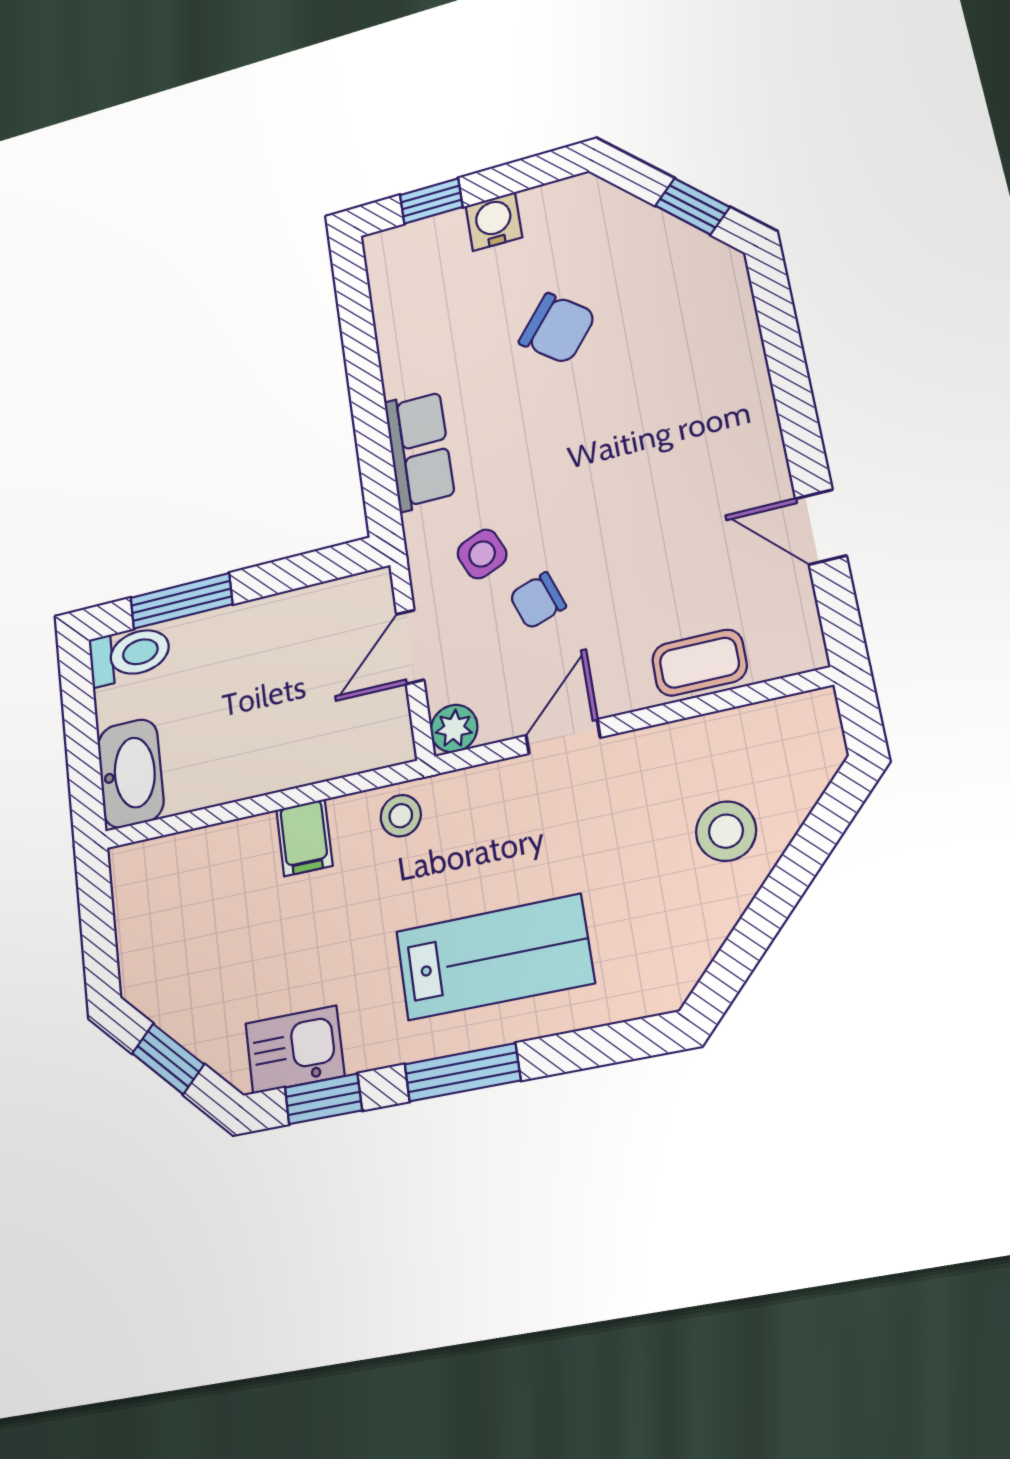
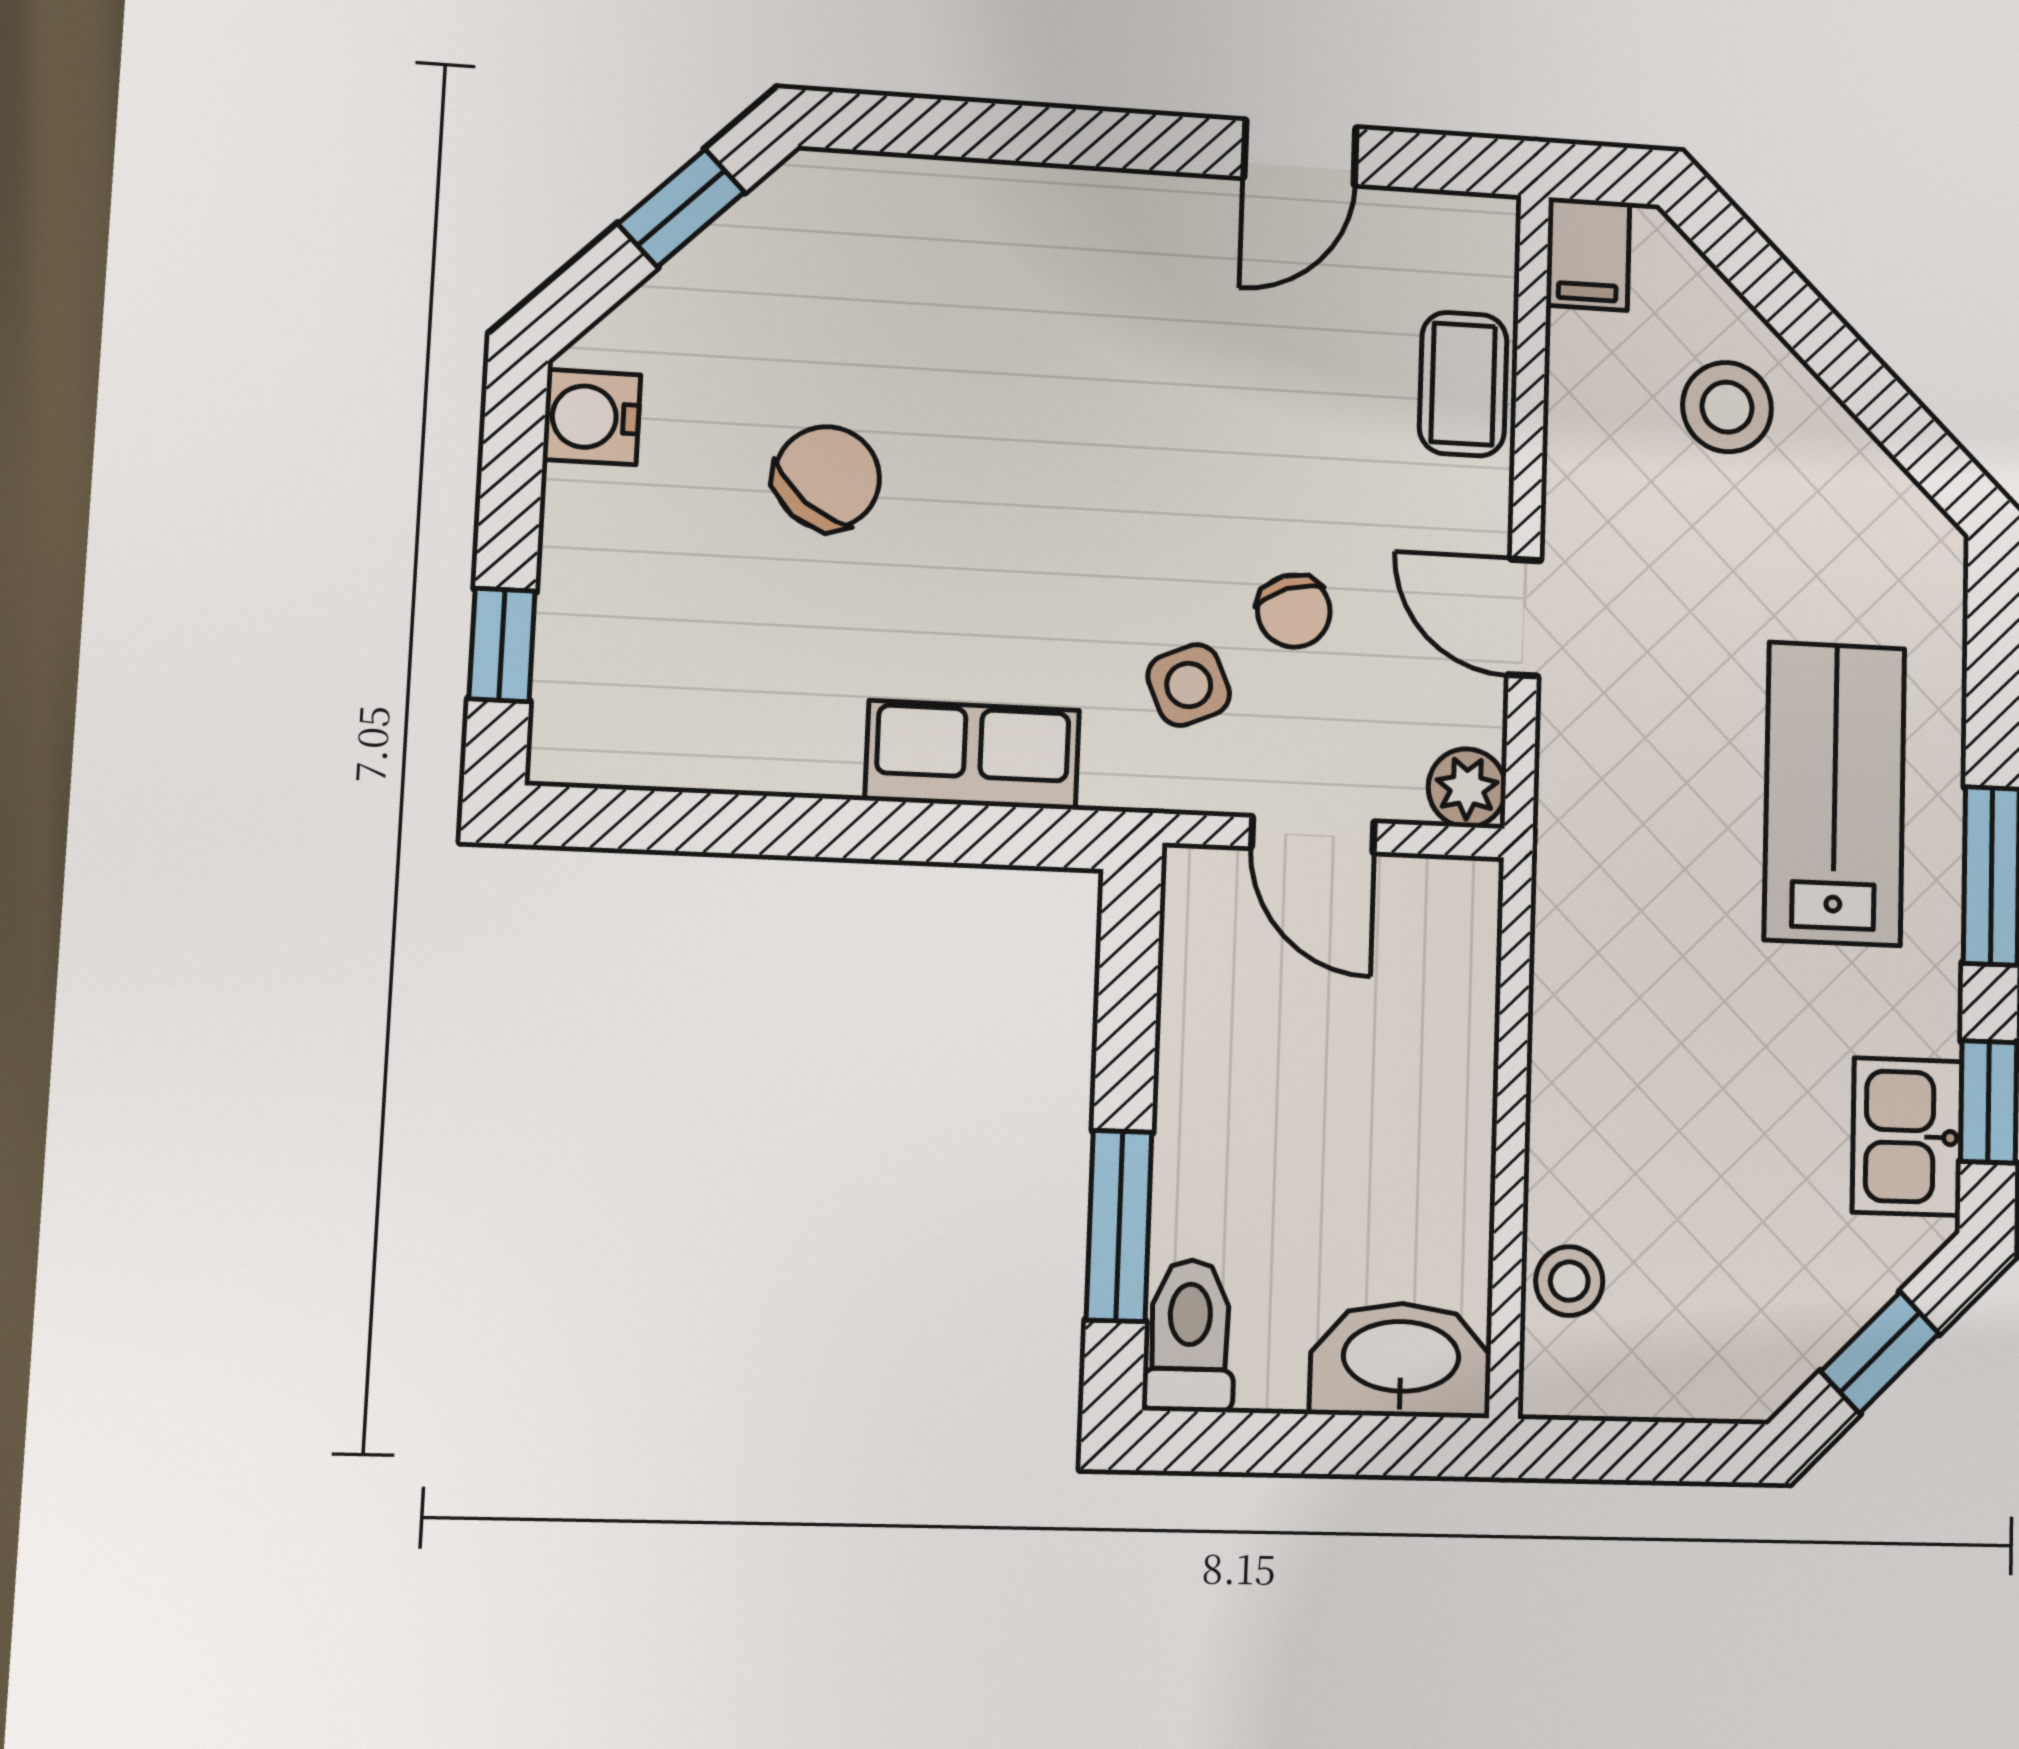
water cooler: (494, 222) -> (592, 417), moved
stool: (401, 816) -> (1569, 1281), moved
filing cabinet: (304, 838) -> (1588, 254), moved, turned 90

